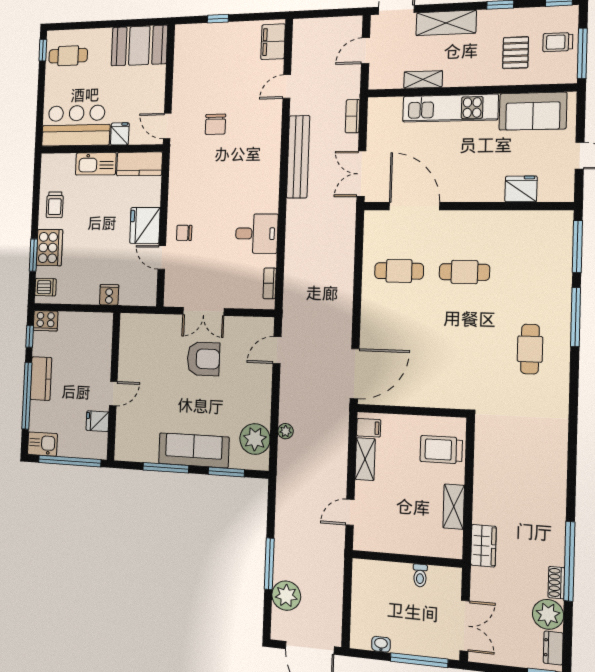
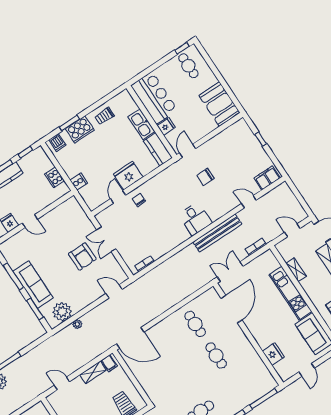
desk: (257, 234) -> (195, 219), moved
cooker: (46, 321) -> (55, 177), moved

